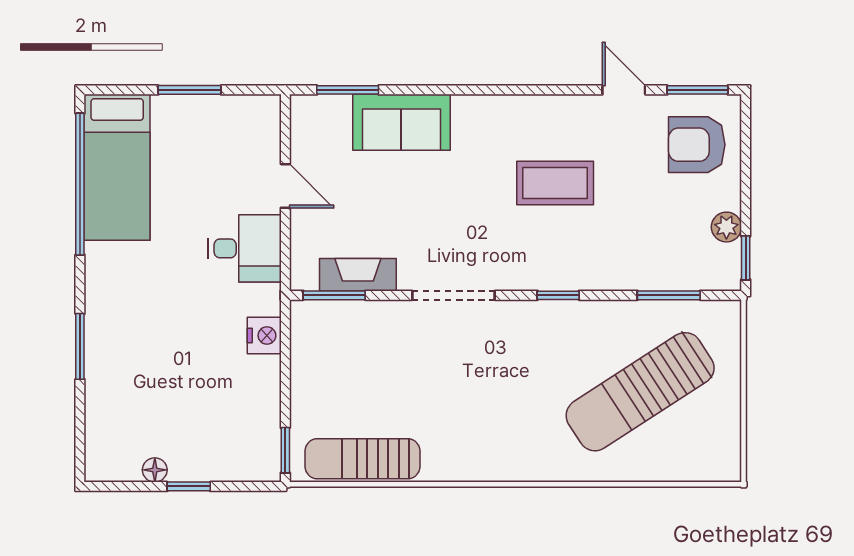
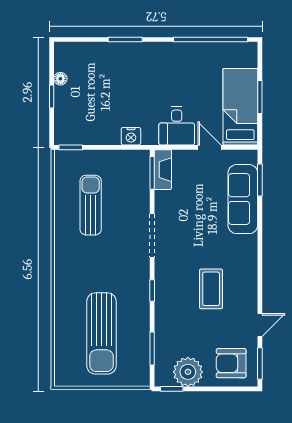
sofa: (401, 122) -> (243, 199), width x1.36
armchair: (697, 145) -> (231, 363), turned -90
bed: (117, 167) -> (240, 107), moved, turned 90
door: (285, 186) -> (209, 147), swing flipped
plant: (726, 227) -> (188, 372), width x1.87, depth x1.87
fireplace: (358, 275) -> (163, 170), moved
sun lounger: (640, 392) -> (101, 333), turned -147
sun lounger: (363, 459) -> (91, 205), moved

